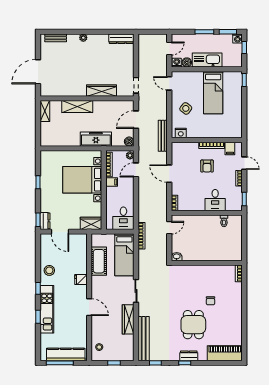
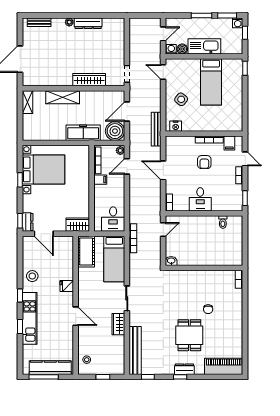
dresser: (121, 39) -> (88, 23), moved
boiler: (129, 142) -> (115, 131), width x1.86, depth x1.86
bed with nightstands: (82, 180) -> (43, 169), moved, turned 180
desk: (215, 200) -> (200, 199), moved
cot: (99, 261) -> (86, 252), moved
wardrobe: (128, 319) -> (118, 324), width x0.67

